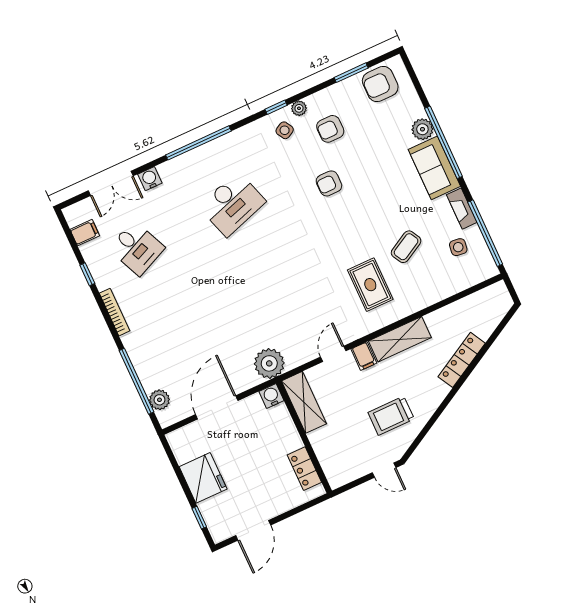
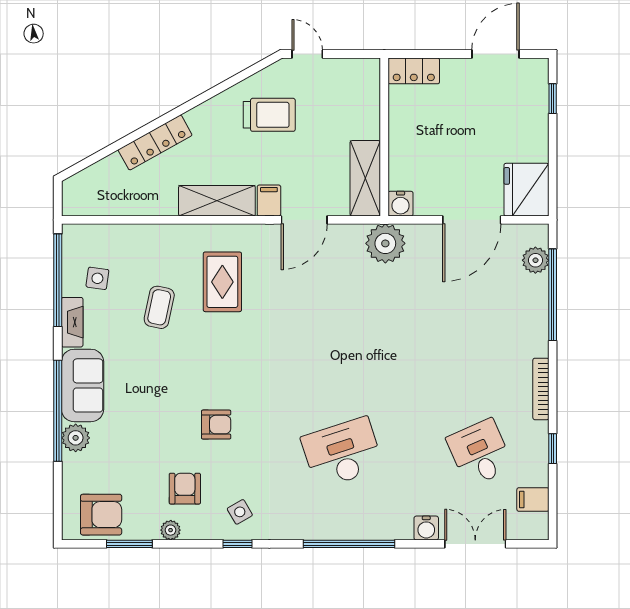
plant: (299, 108) -> (171, 530), moved
armchair: (330, 129) -> (185, 489), turned -90
coffee table: (406, 247) -> (159, 307), turned -49
door: (333, 354) -> (304, 220), width x1.38
locker: (304, 469) -> (414, 71), moved, turned 90
fridge: (203, 478) -> (526, 190), moved

